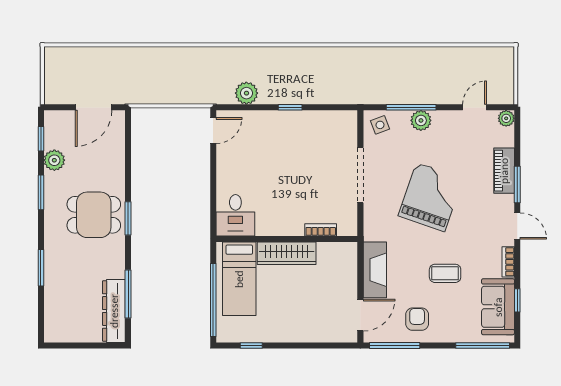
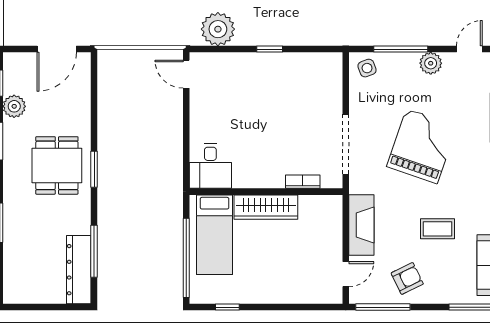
plant: (246, 93) -> (218, 29), width x1.36, depth x1.36
plant: (421, 120) -> (431, 63), moved
door: (213, 131) -> (186, 74), swing flipped
doorway: (360, 175) -> (346, 144), moved
dining table: (94, 215) -> (57, 165), turned 90
door: (360, 315) -> (346, 274), width x0.73
armchair: (417, 319) -> (407, 278), turned 64

